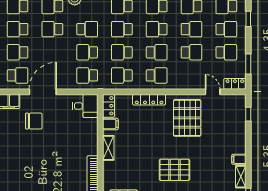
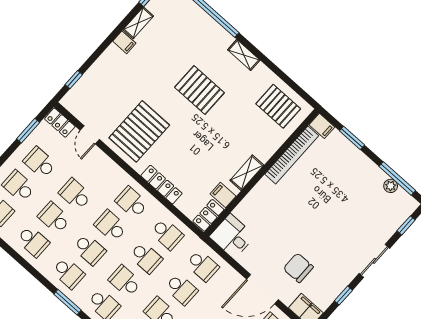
school desk: (122, 29) -> (125, 281), turned 180

